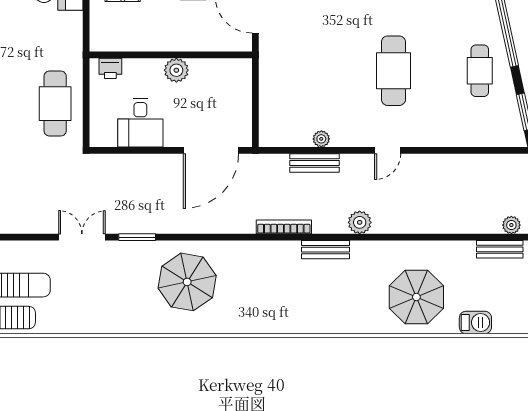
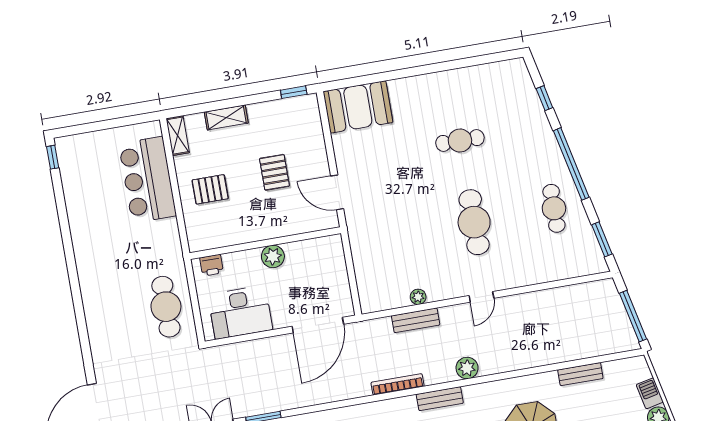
desk: (140, 123) -> (240, 312), width x1.37
plant: (511, 225) -> (608, 346), removed
bench: (500, 249) -> (580, 374), moved

